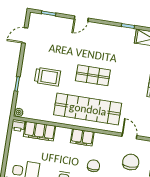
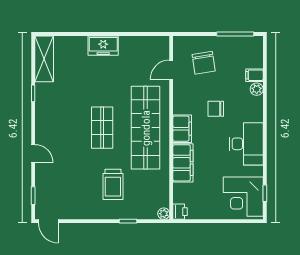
door: (25, 35) -> (48, 221), moved
trolley: (47, 77) -> (113, 184), turned 180
filing cabinet: (40, 131) -> (183, 163), moved
chair: (131, 162) -> (204, 63), turned -99

